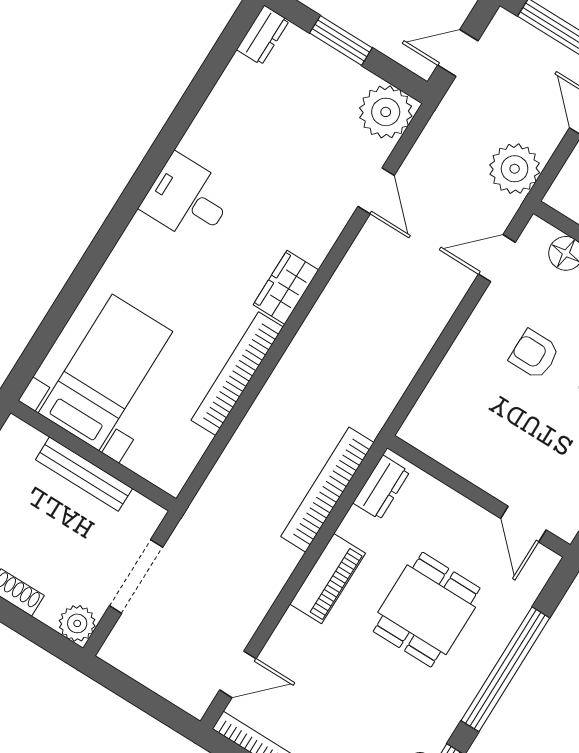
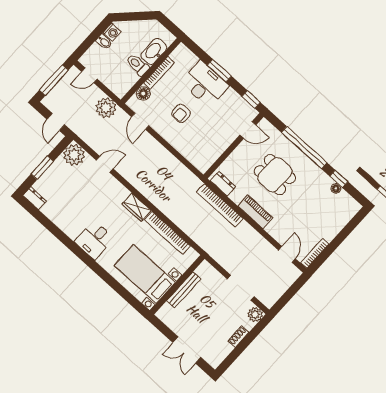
bed with nightstands: (105, 372) -> (145, 274), moved
wall: (93, 456) -> (177, 285), moved
bench: (84, 474) -> (184, 290), moved

